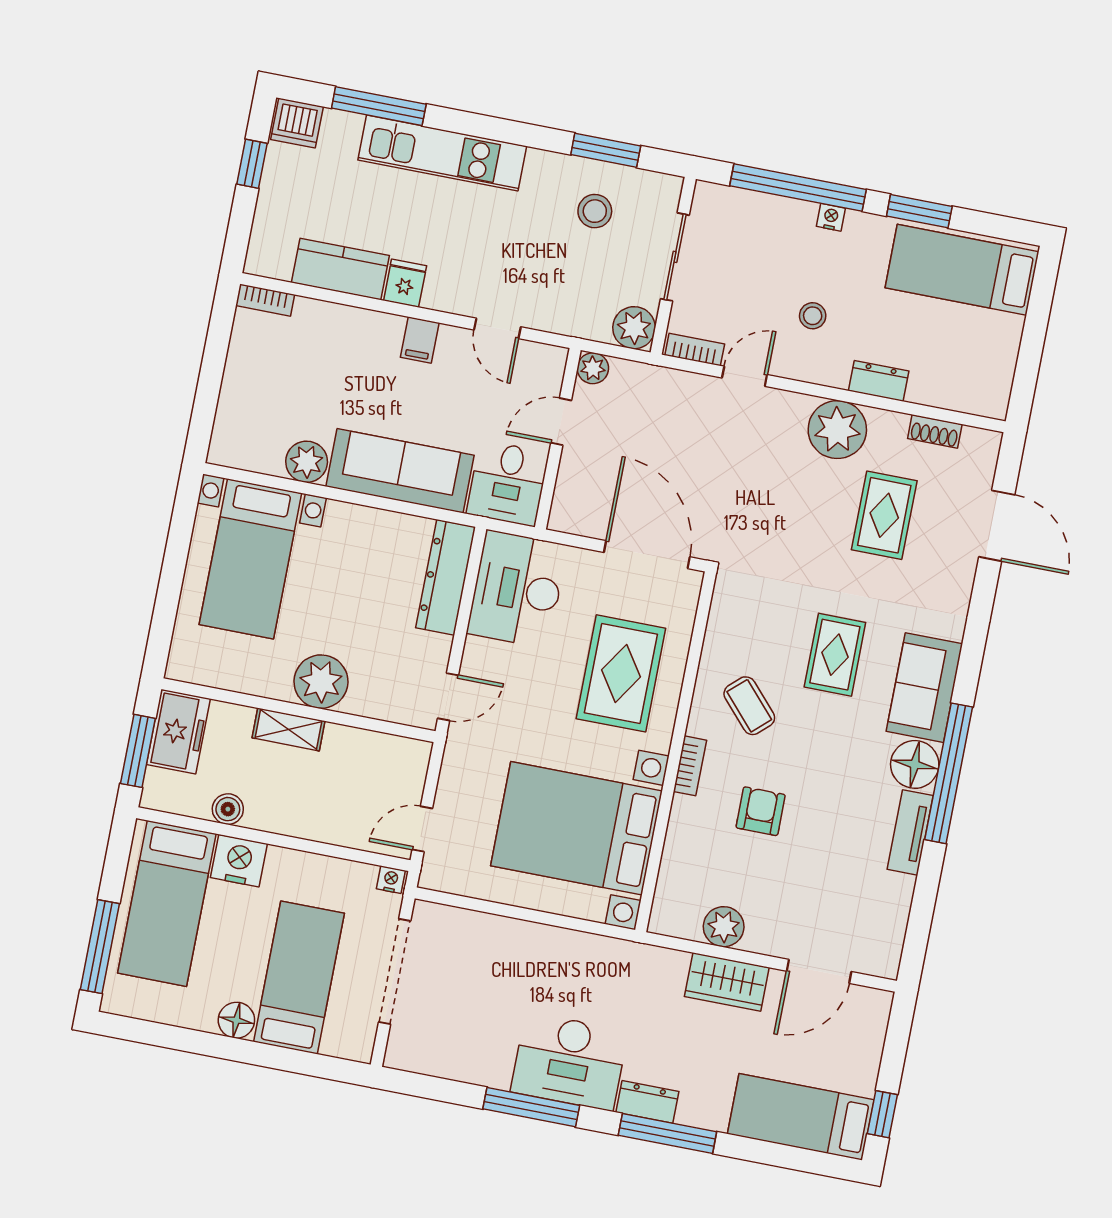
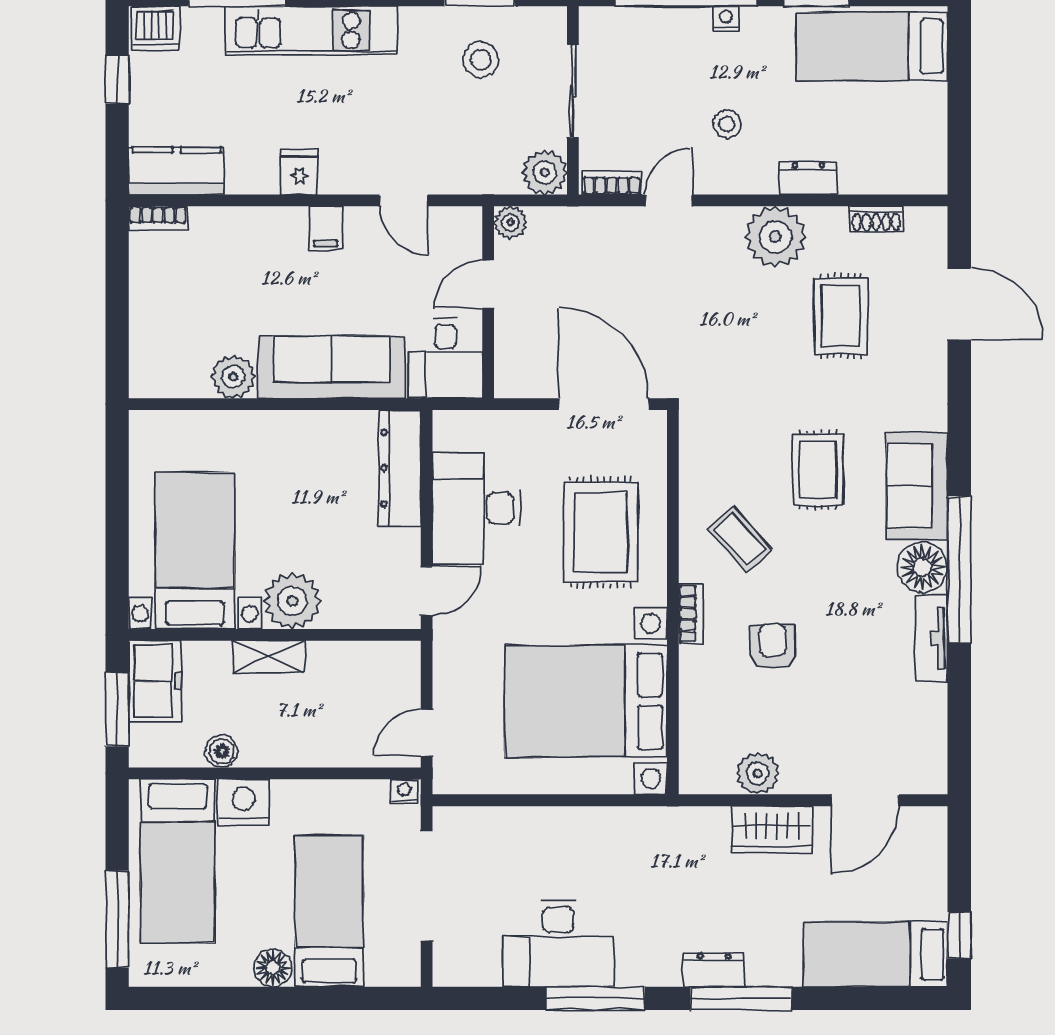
kitchen counter: (340, 269) -> (176, 171), moved
bed with nightstands: (250, 559) -> (195, 551), moved, turned 180
desk: (517, 589) -> (476, 508), moved
desk: (569, 1061) -> (558, 943), moved

